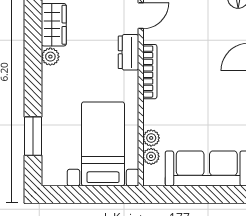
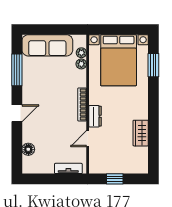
plant: (50, 57) -> (143, 114), removed
bed with nightstands: (103, 144) -> (119, 60), width x1.36

